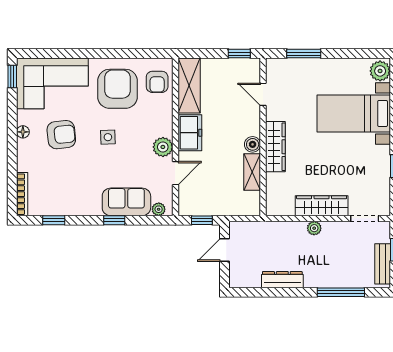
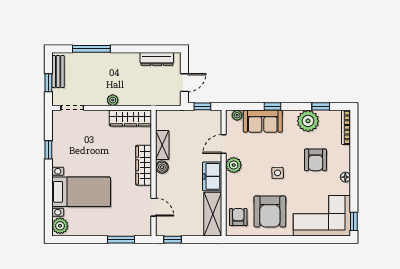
armchair: (61, 135) -> (316, 160), moved, turned -84
plant: (70, 202) -> (308, 121), added
wardrobe: (322, 206) -> (130, 118), moved
dresser: (282, 280) -> (157, 59), moved

